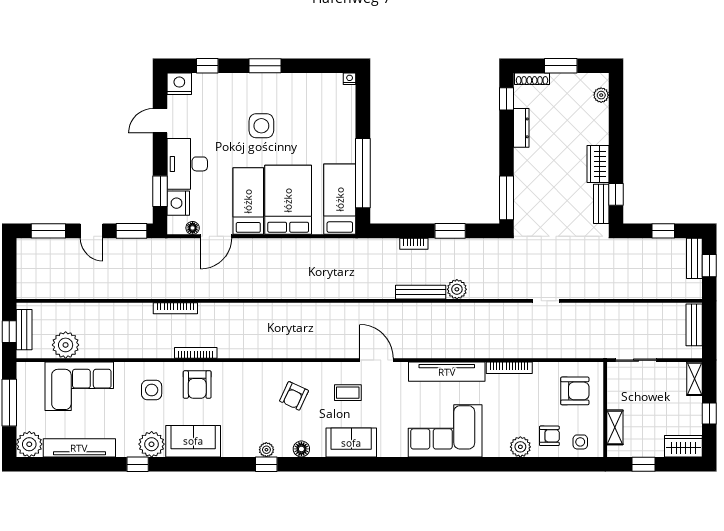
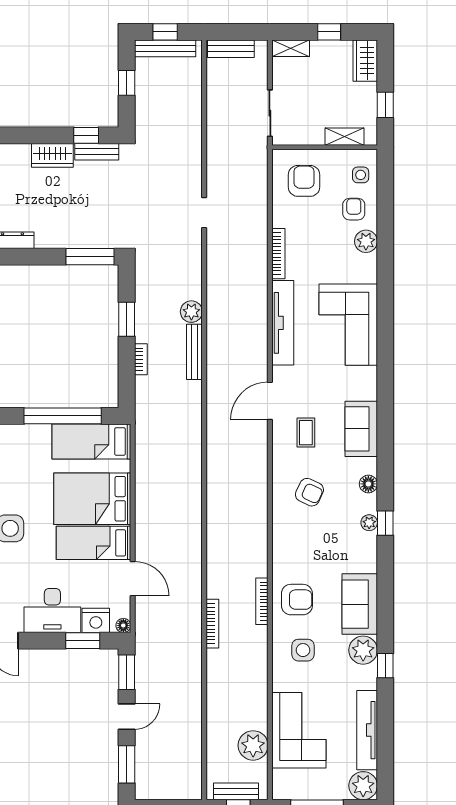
floor lamp: (193, 228) -> (123, 625), moved
bench: (694, 258) -> (165, 48), width x1.36

